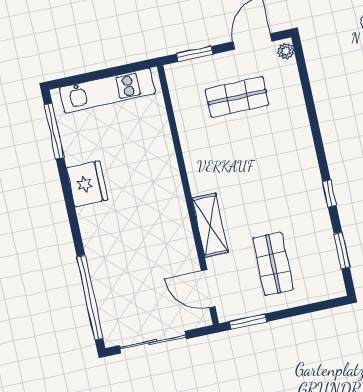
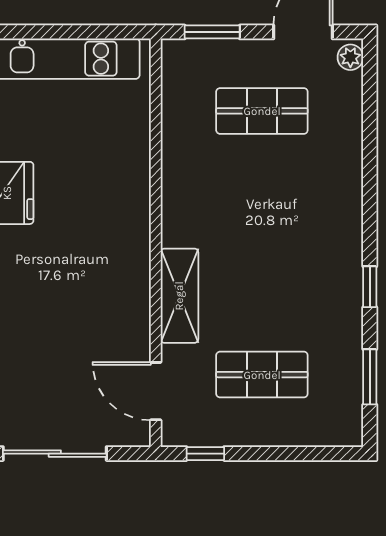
shop shelf: (273, 264) -> (262, 375), turned 90
window: (248, 322) -> (205, 454), width x0.67

